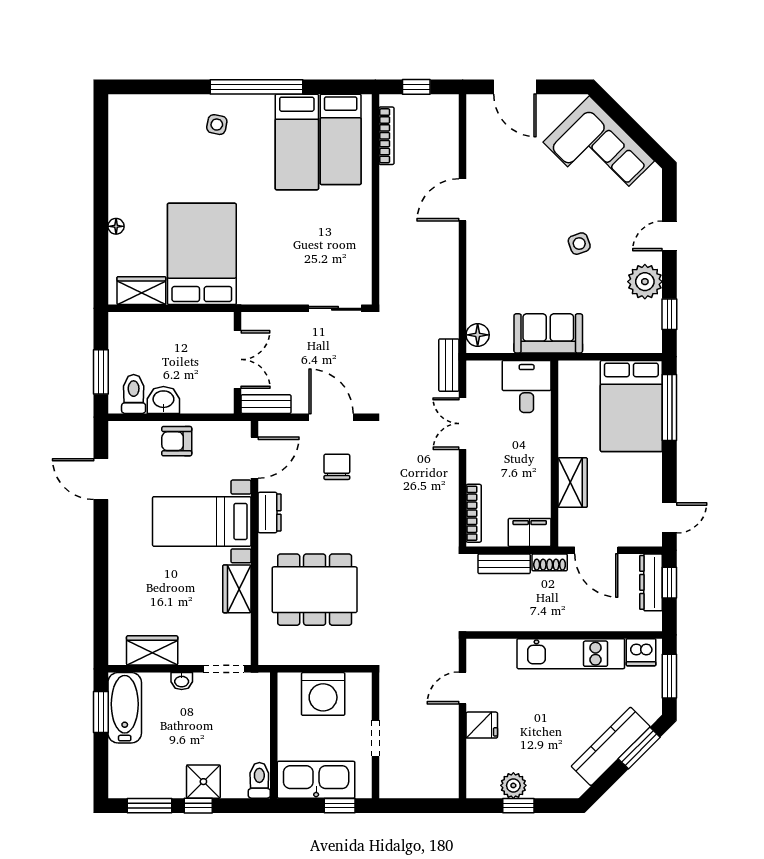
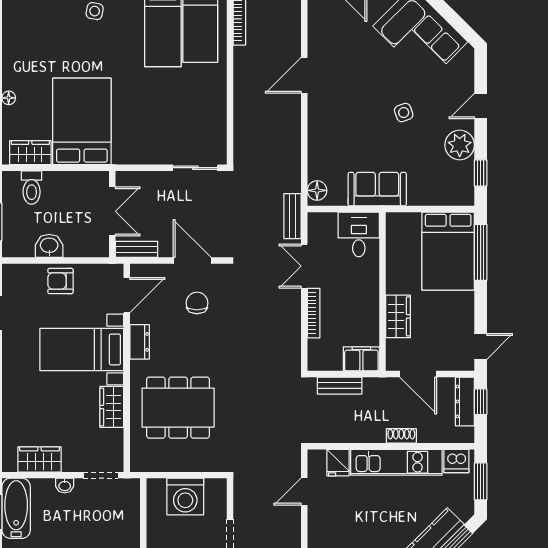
toilet: (134, 394) -> (32, 188), moved, turned 180
bookcase: (474, 513) -> (314, 313), moved
shoe rack: (550, 562) -> (401, 436), moved, turned 180
fridge: (482, 725) -> (338, 463), moved, turned 90

